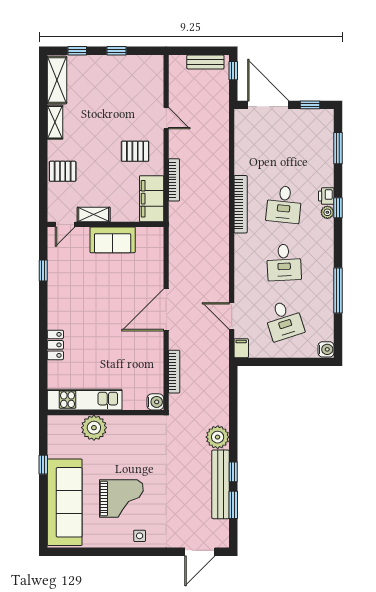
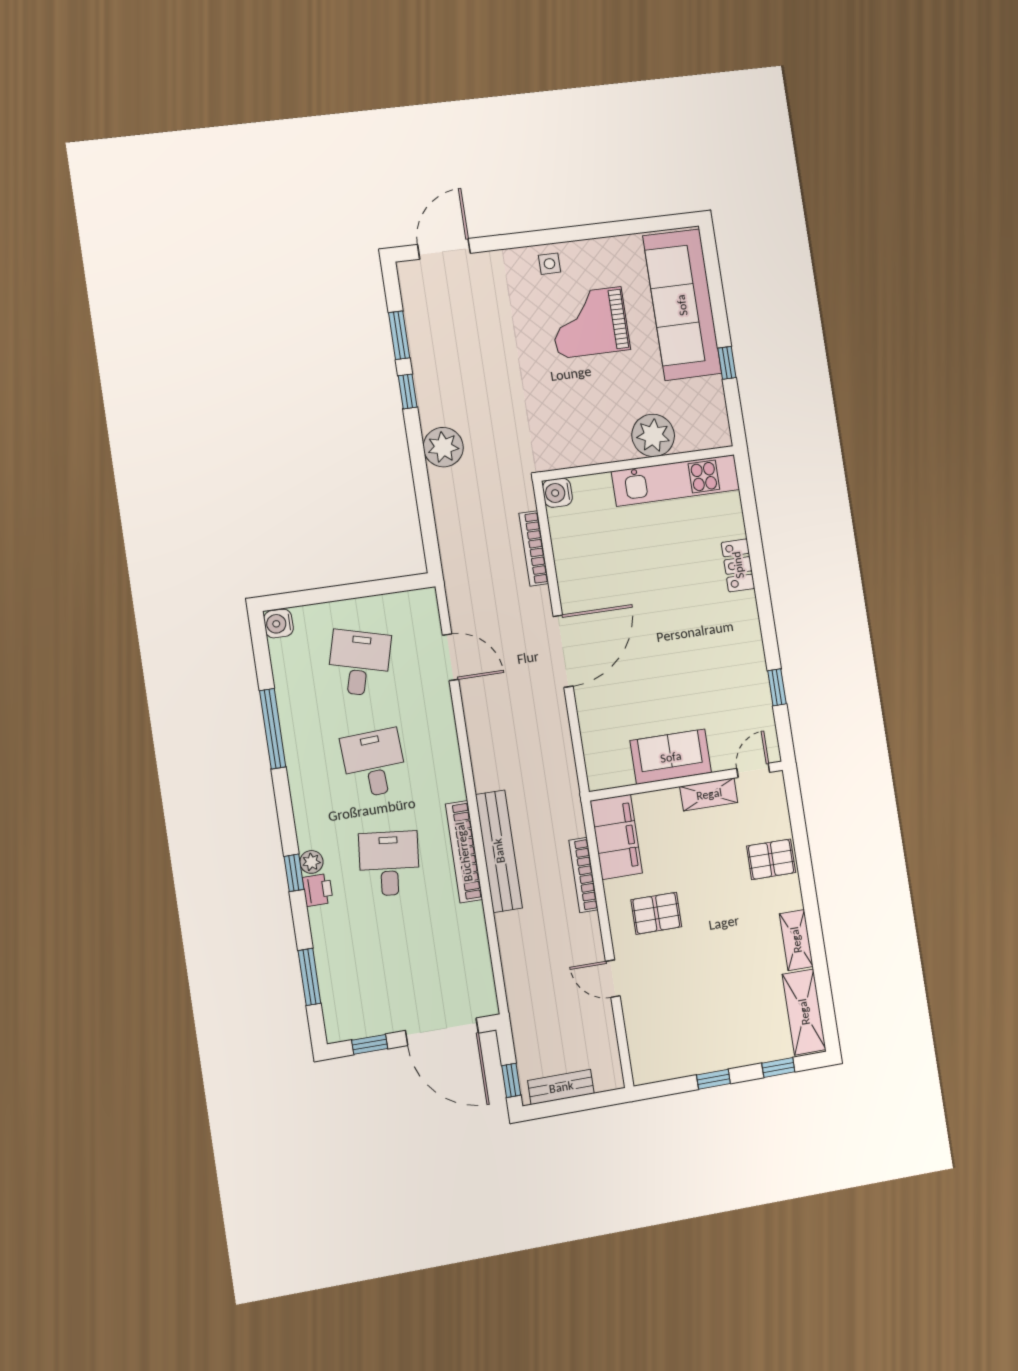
desk: (284, 320) -> (359, 663), turned 33
filing cabinet: (241, 348) -> (426, 604), removed
bench: (221, 484) -> (499, 851), moved

